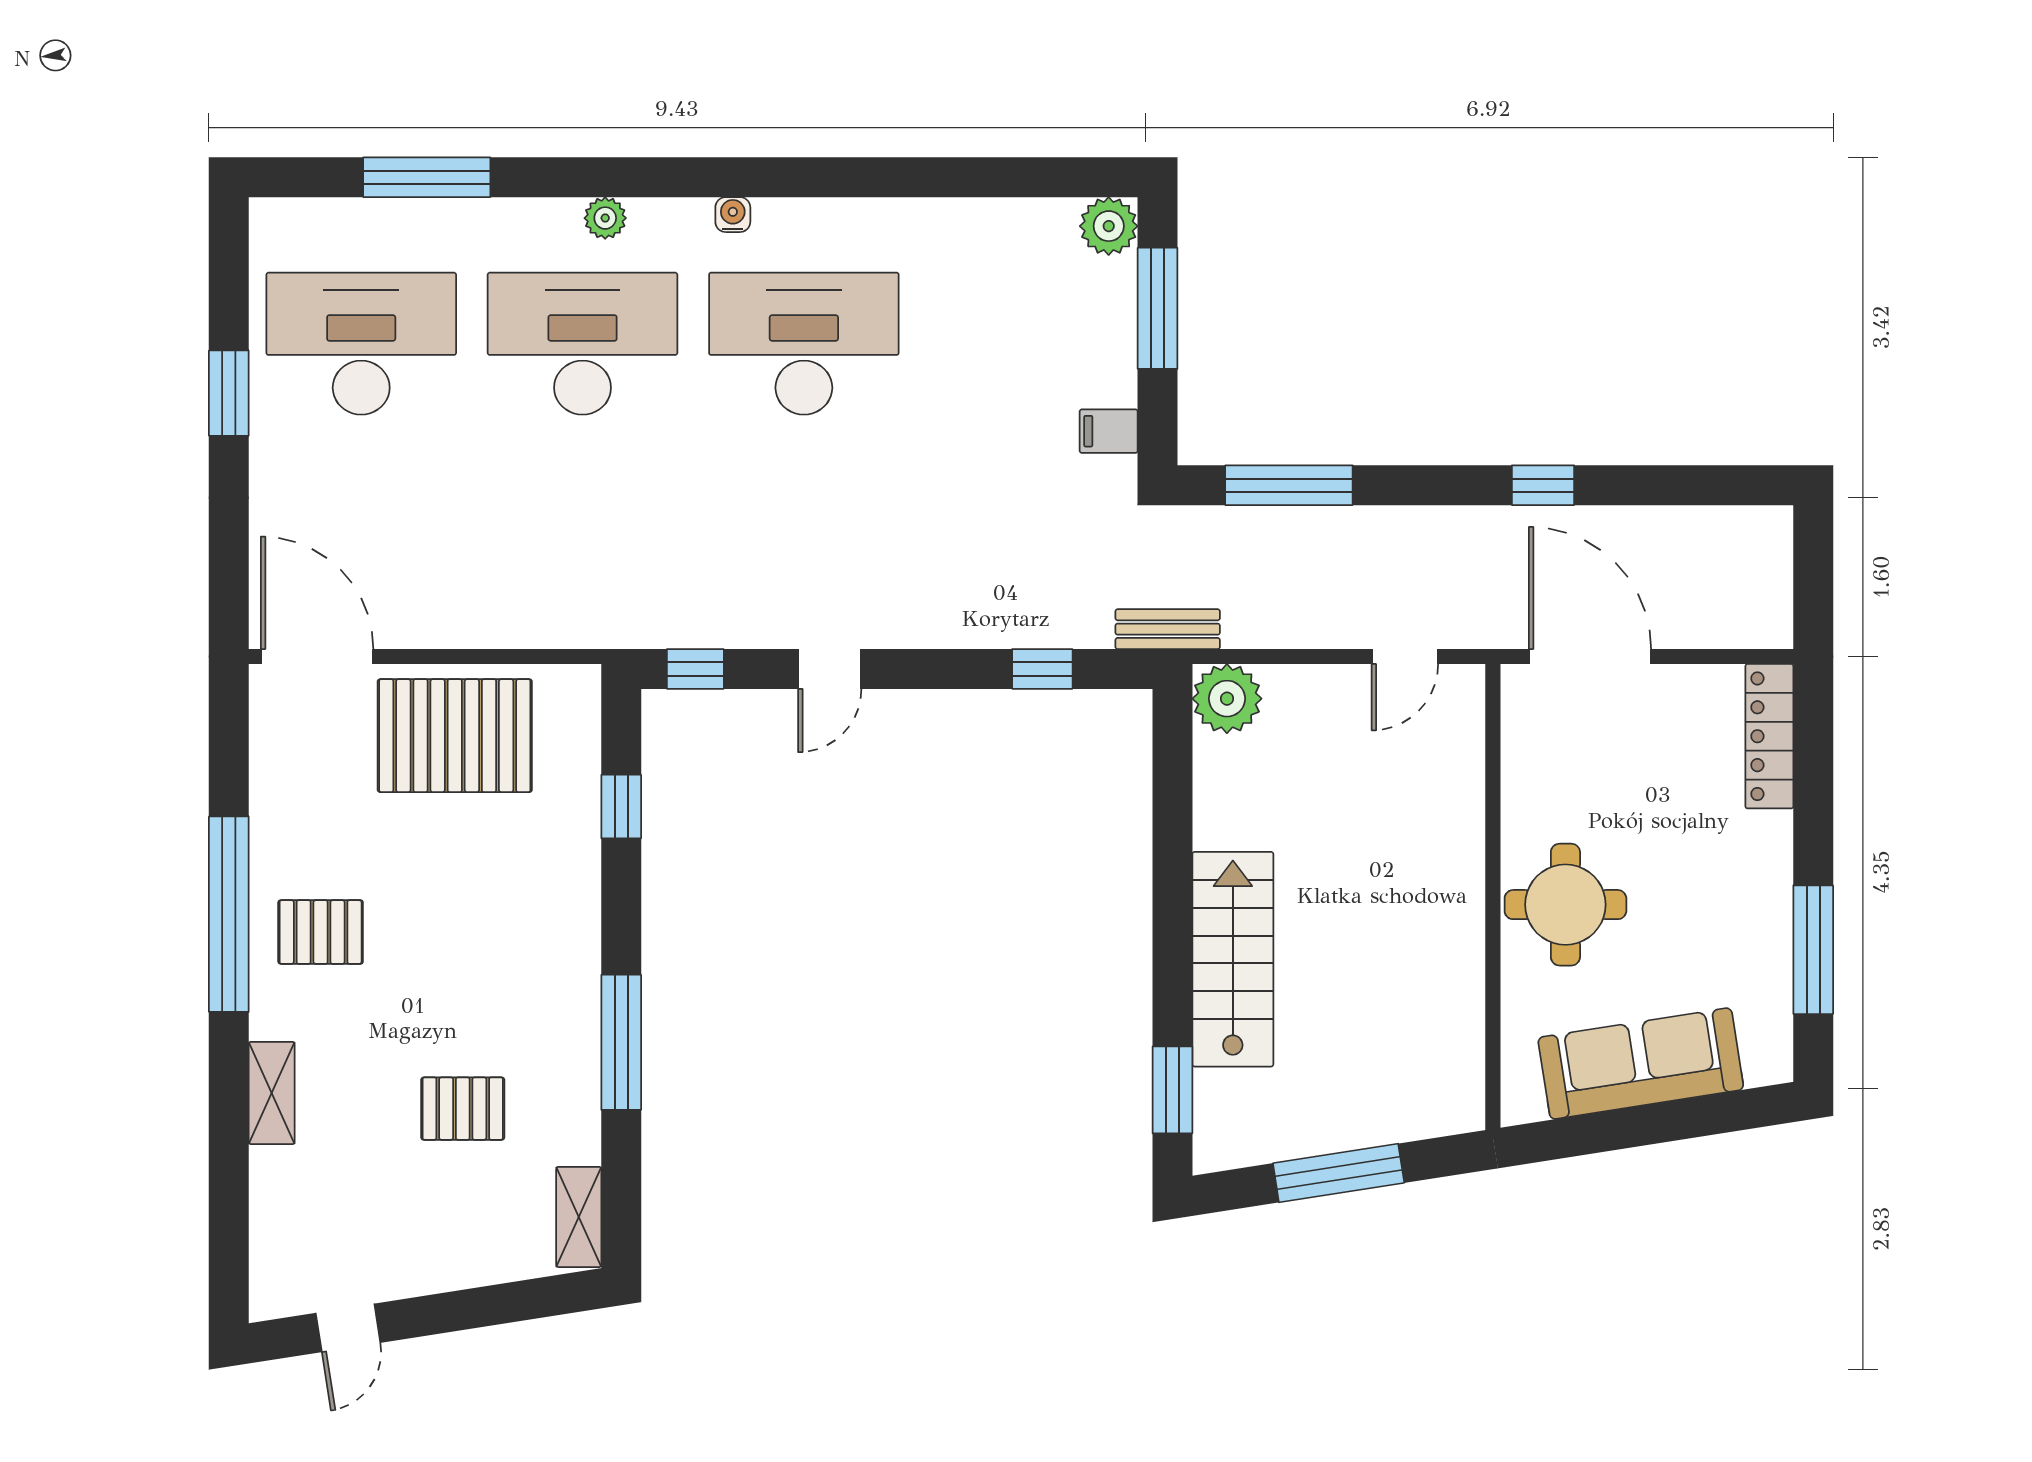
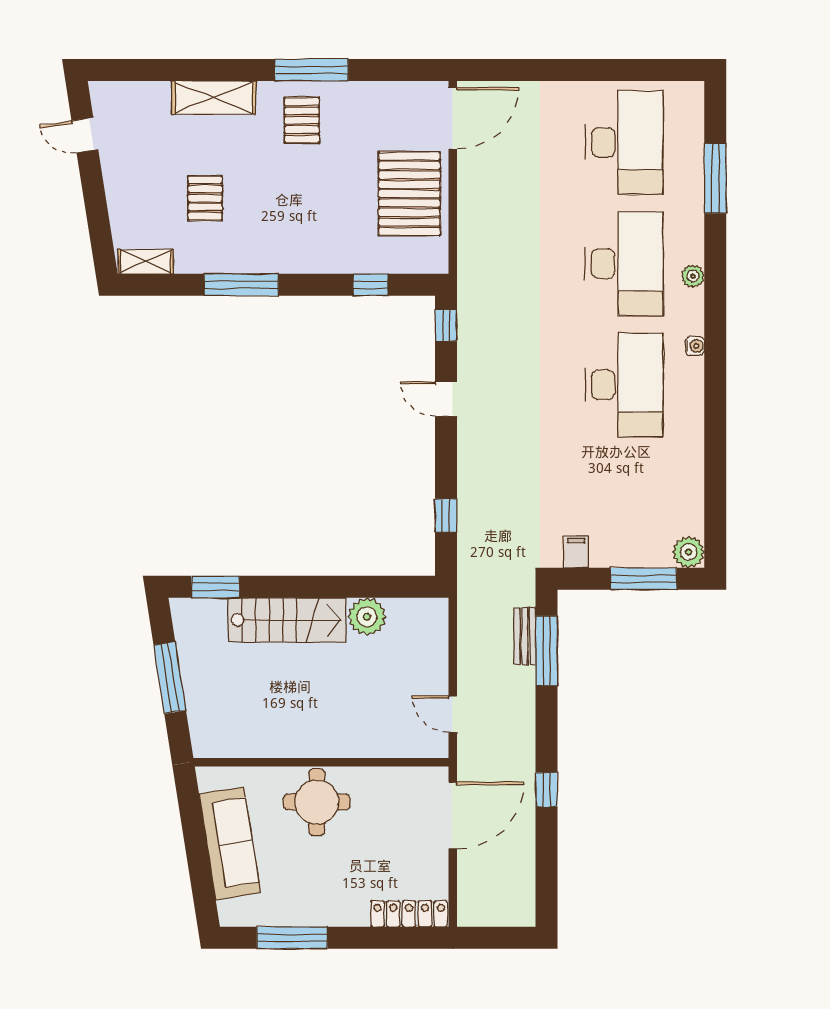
window: (229, 393) -> (597, 70), removed
bench: (1168, 629) -> (525, 636), moved
plant: (1227, 699) -> (367, 617), moved
window: (229, 914) -> (312, 70), width x0.68
shelving: (272, 1093) -> (214, 98), width x1.50, depth x1.33

